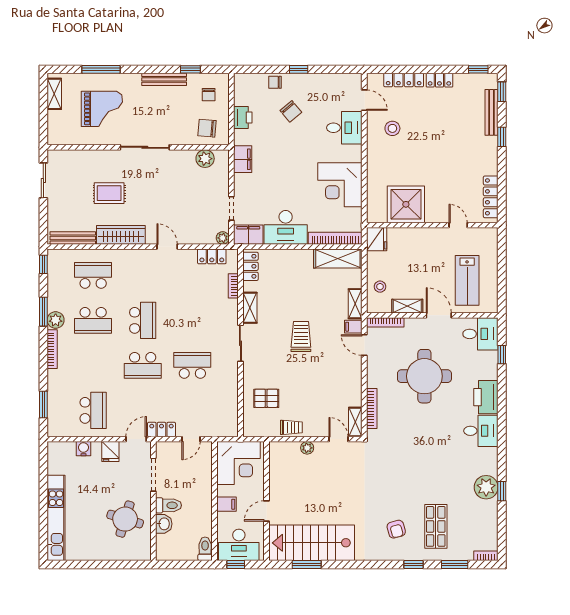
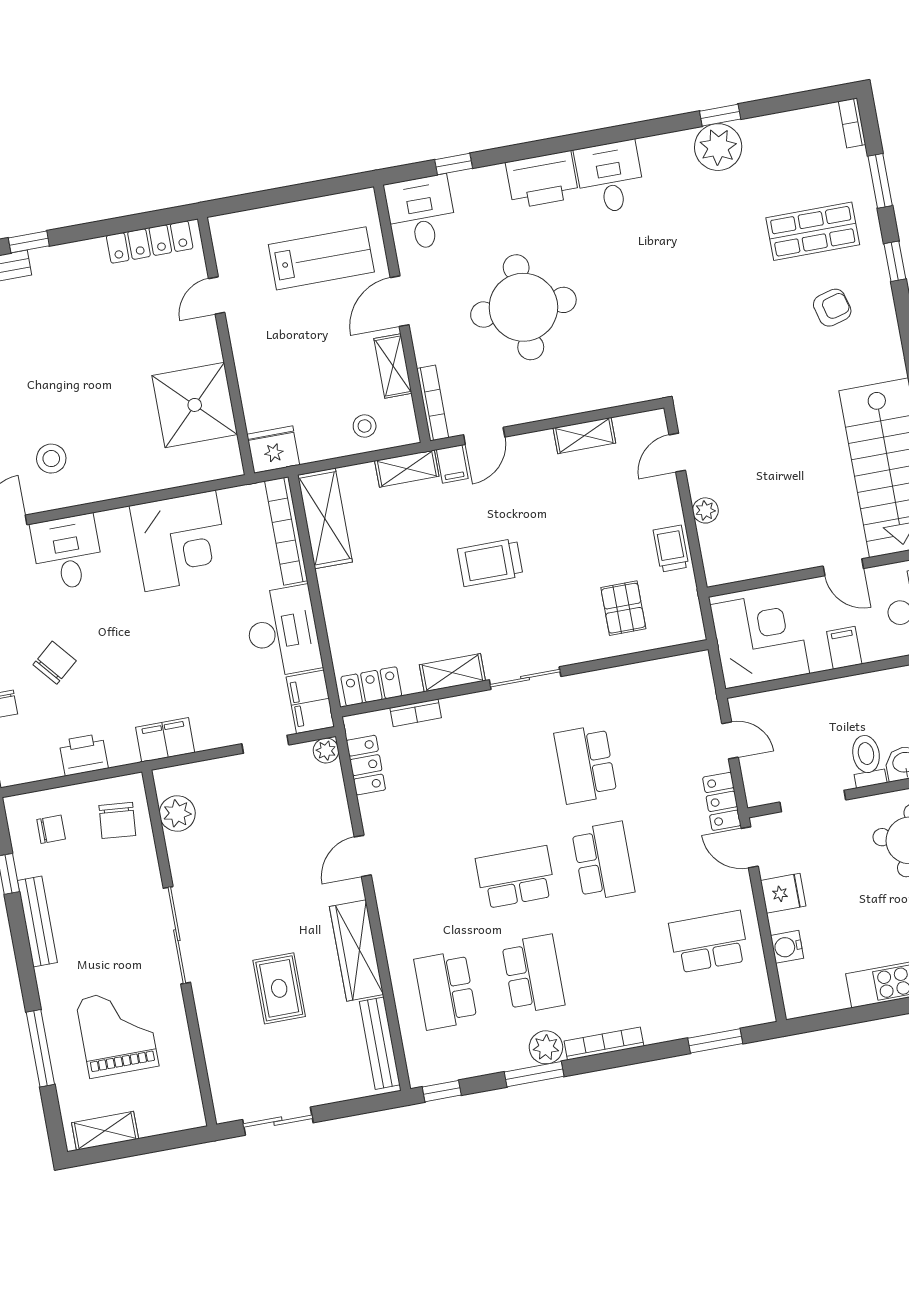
bookcase: (372, 409) -> (605, 399), removed
shelving: (355, 422) -> (584, 436), moved

